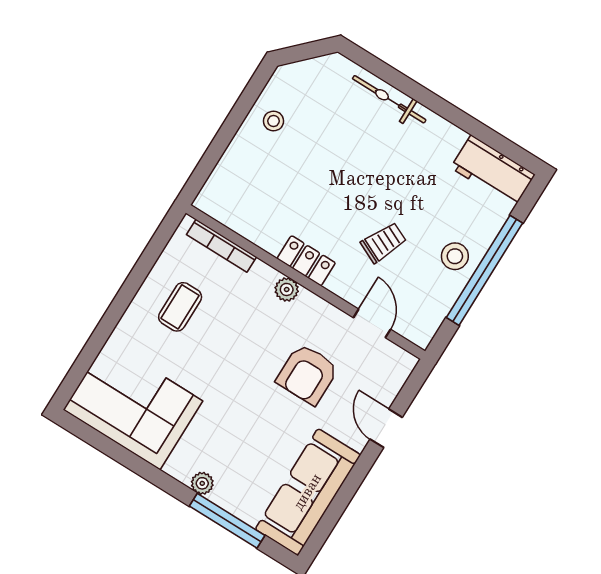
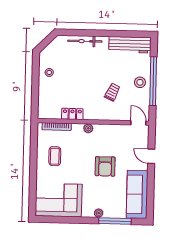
workbench: (493, 171) -> (130, 45), width x1.38
locker: (306, 261) -> (72, 114), moved
door: (372, 323) -> (138, 123), moved
armchair: (308, 374) -> (105, 166), moved

